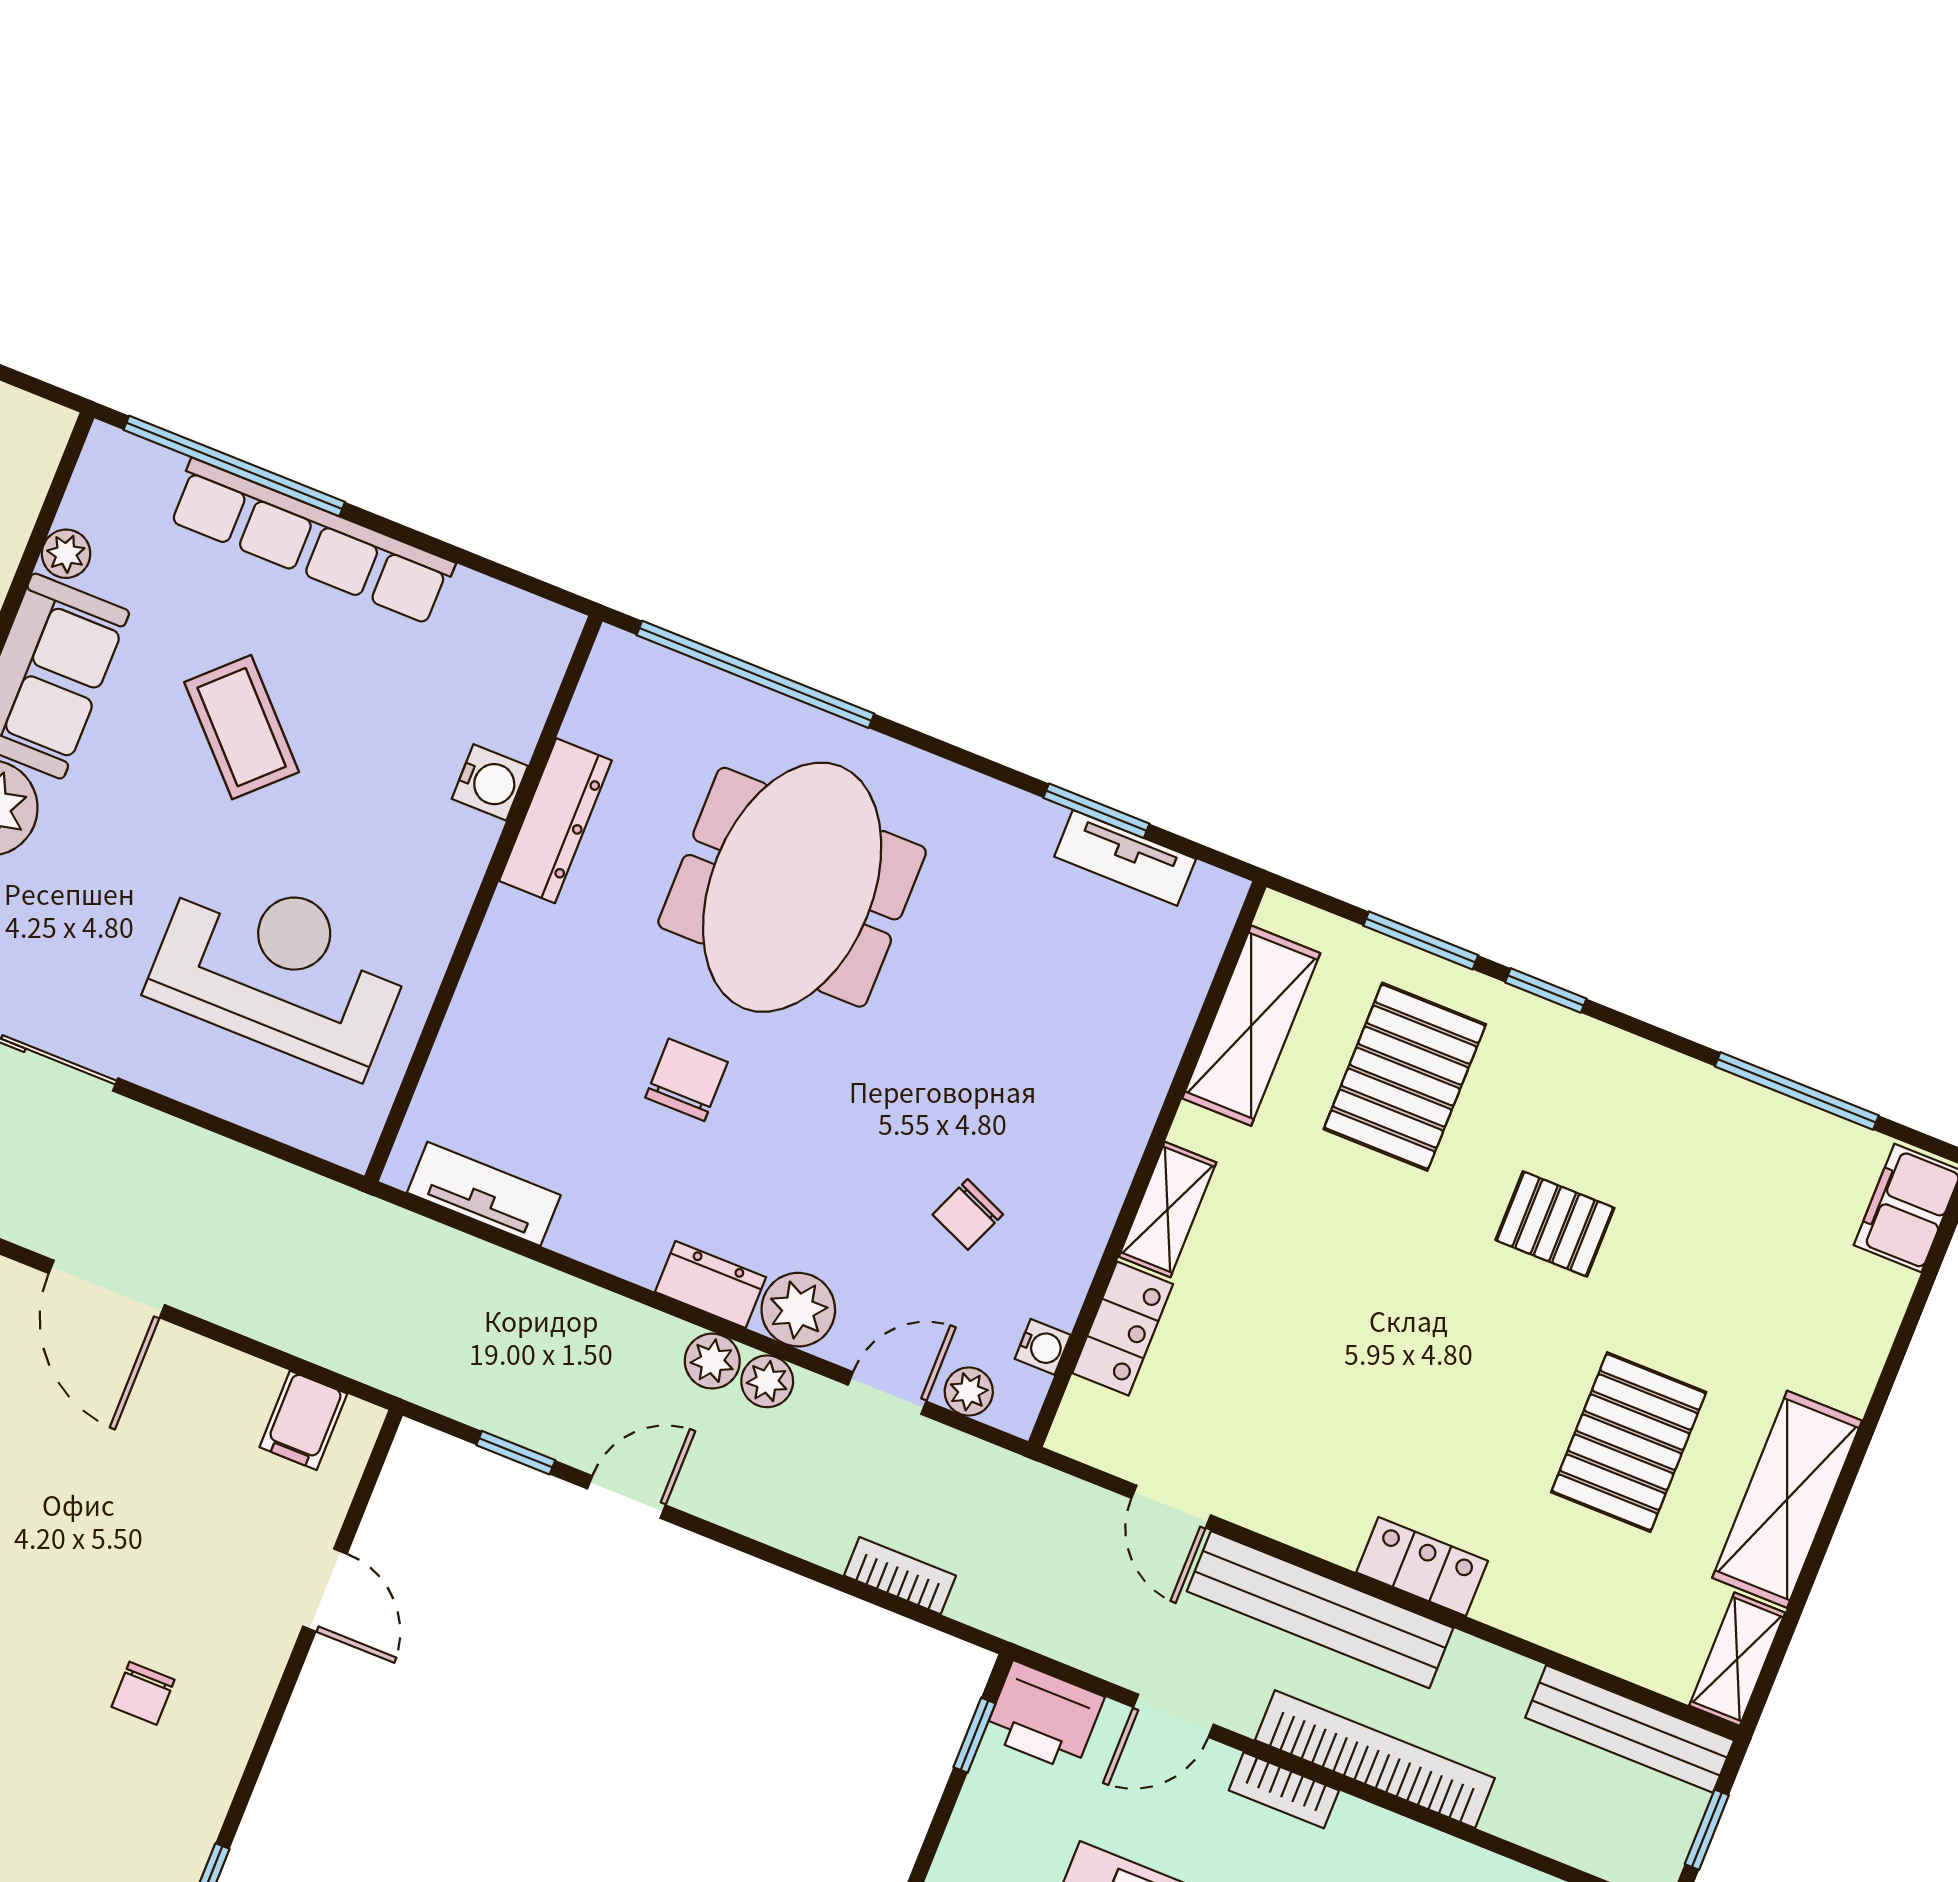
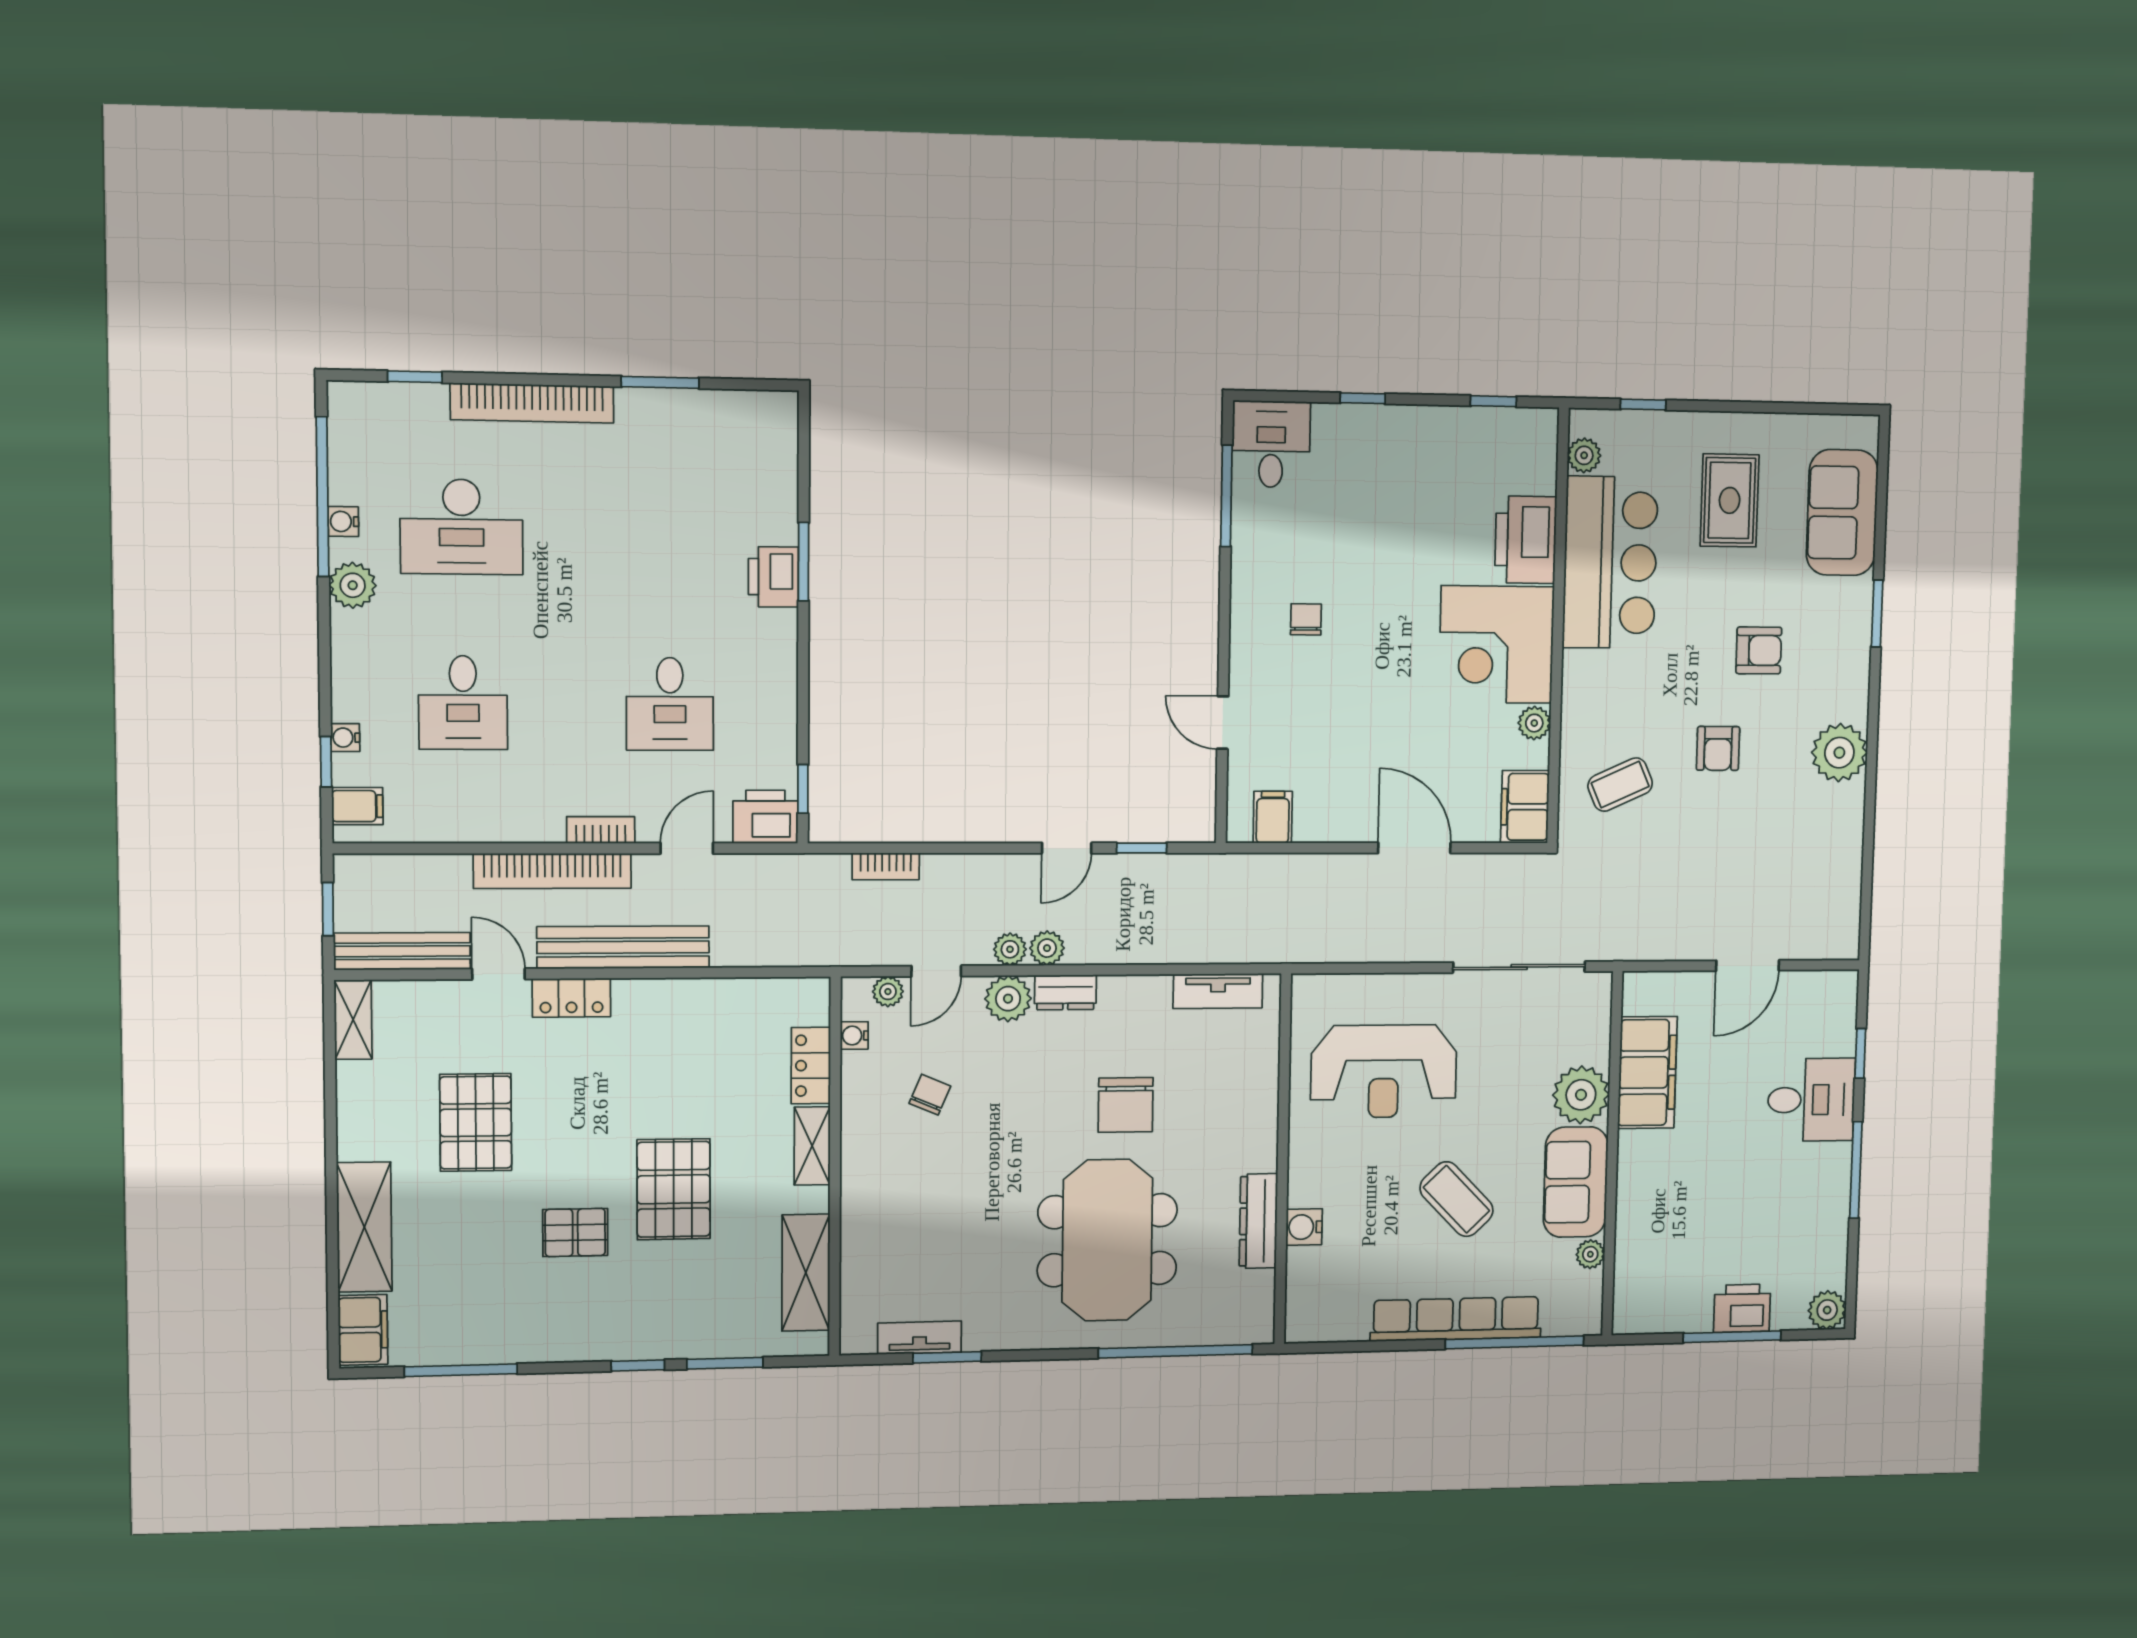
pallet: (1405, 1077) -> (674, 1189), moved
chair: (687, 1080) -> (1126, 1105), width x1.37, depth x1.37
shelving: (1787, 1499) -> (364, 1227), moved
door: (1171, 1507) -> (498, 974), moved

